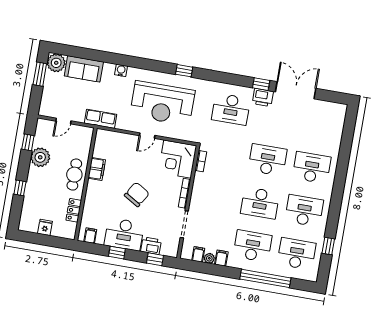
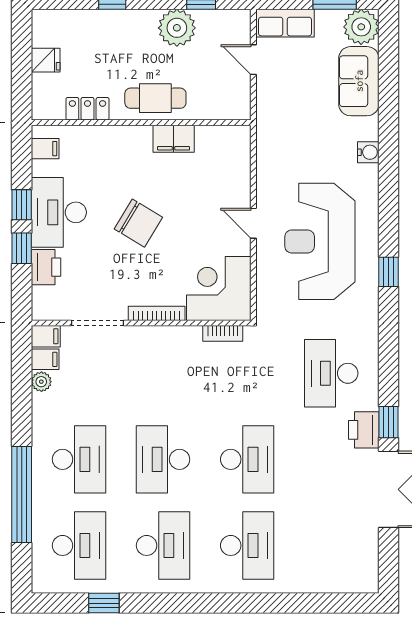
row of seats: (101, 119) -> (285, 23), moved, turned 90
filing cabinet: (221, 258) -> (46, 336), moved
window: (155, 259) -> (22, 248), moved

